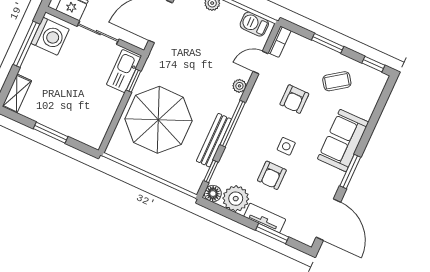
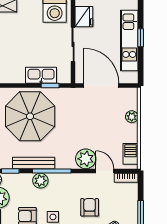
kitchen sink: (124, 71) -> (41, 75), moved
plant: (239, 86) -> (86, 159), width x1.88, depth x1.88
armchair: (294, 99) -> (90, 207), turned 90
plant: (238, 142) -> (40, 181), added

